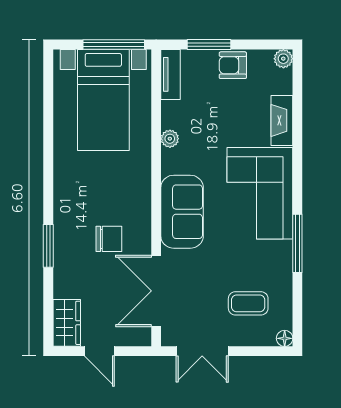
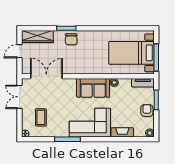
sofa: (182, 212) -> (93, 88), moved
chair: (109, 239) -> (71, 39), moved
wardrobe: (67, 323) -> (37, 37), width x1.50

